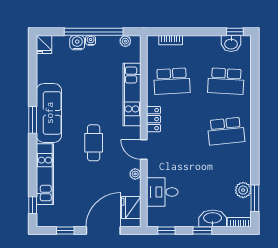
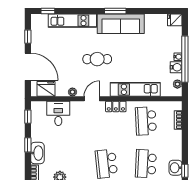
water cooler: (77, 43) -> (176, 67), moved

